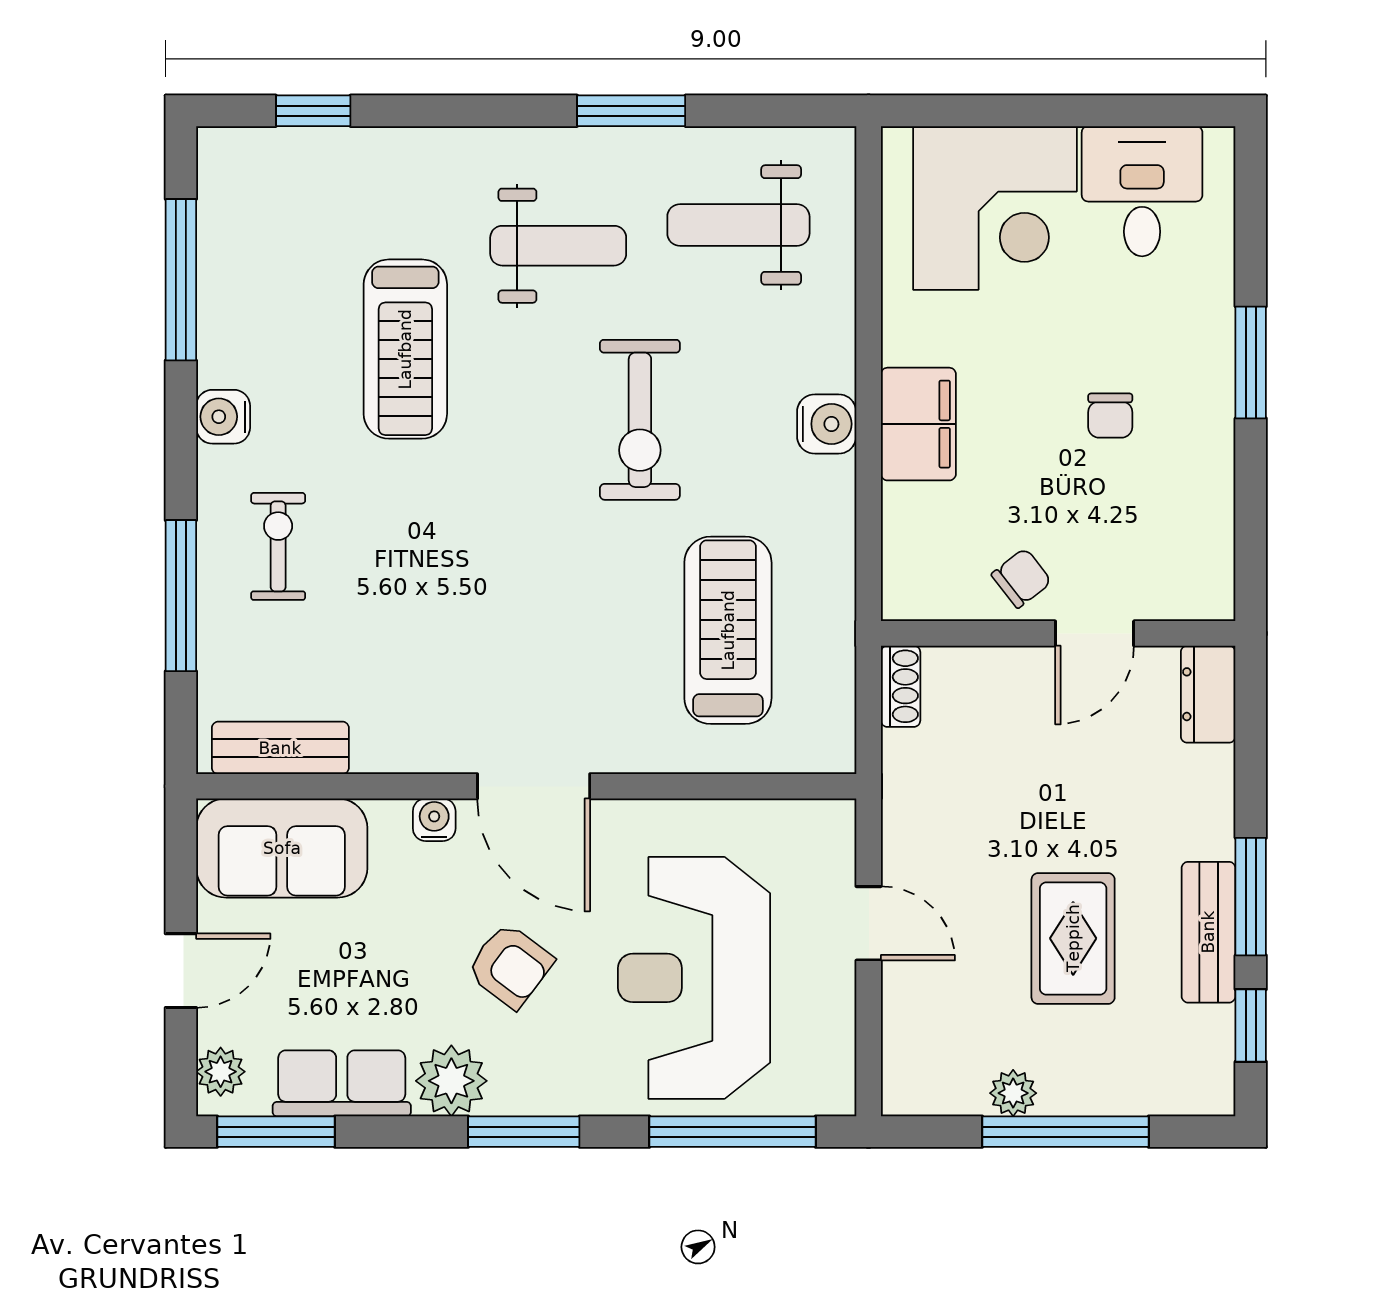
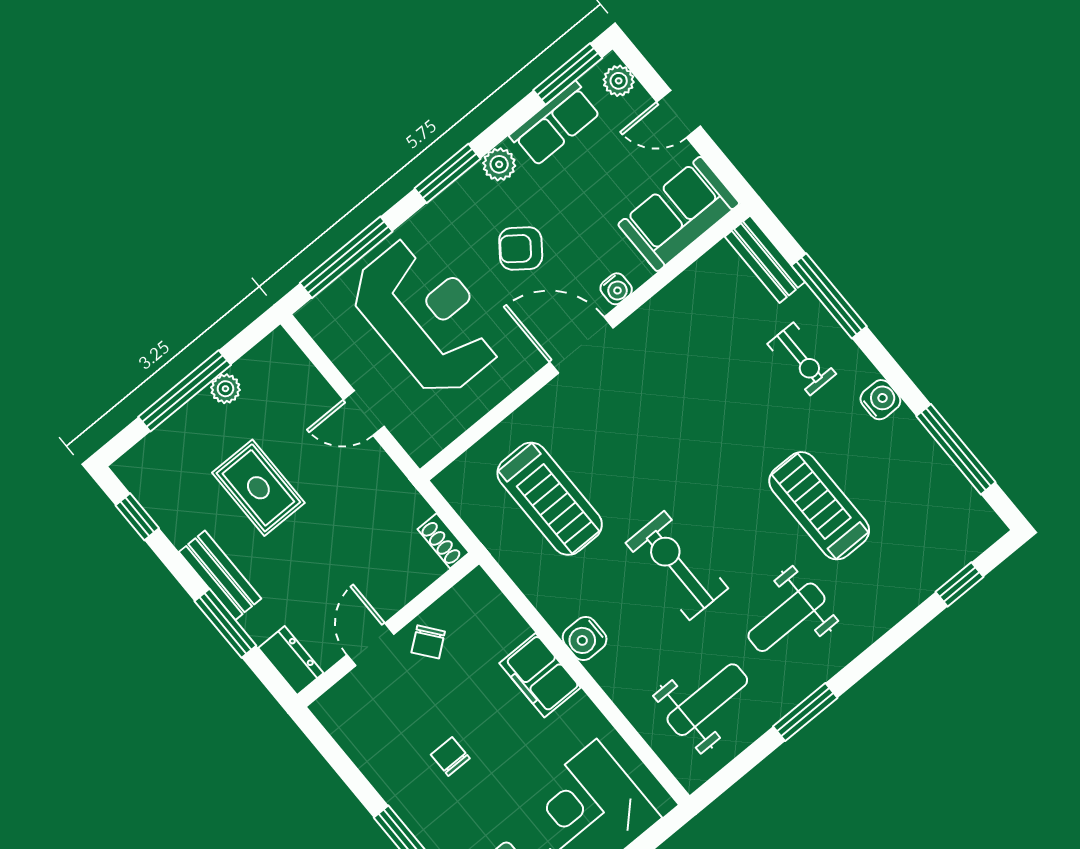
bench: (280, 748) -> (765, 259), moved, turned 90
window: (1251, 897) -> (225, 623), moved
bench: (1208, 932) -> (220, 575), moved
door: (181, 971) -> (679, 114), hinge flipped
plant: (451, 1081) -> (499, 164), width x0.73, depth x0.73

